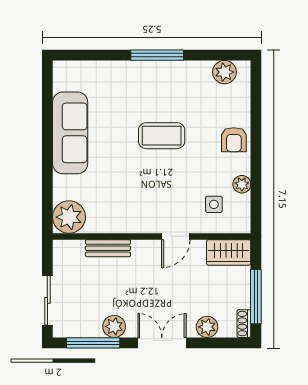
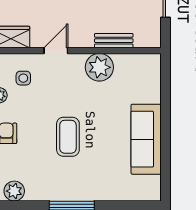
coffee table: (162, 136) -> (68, 137), turned 90
plant: (69, 217) -> (99, 67), moved

